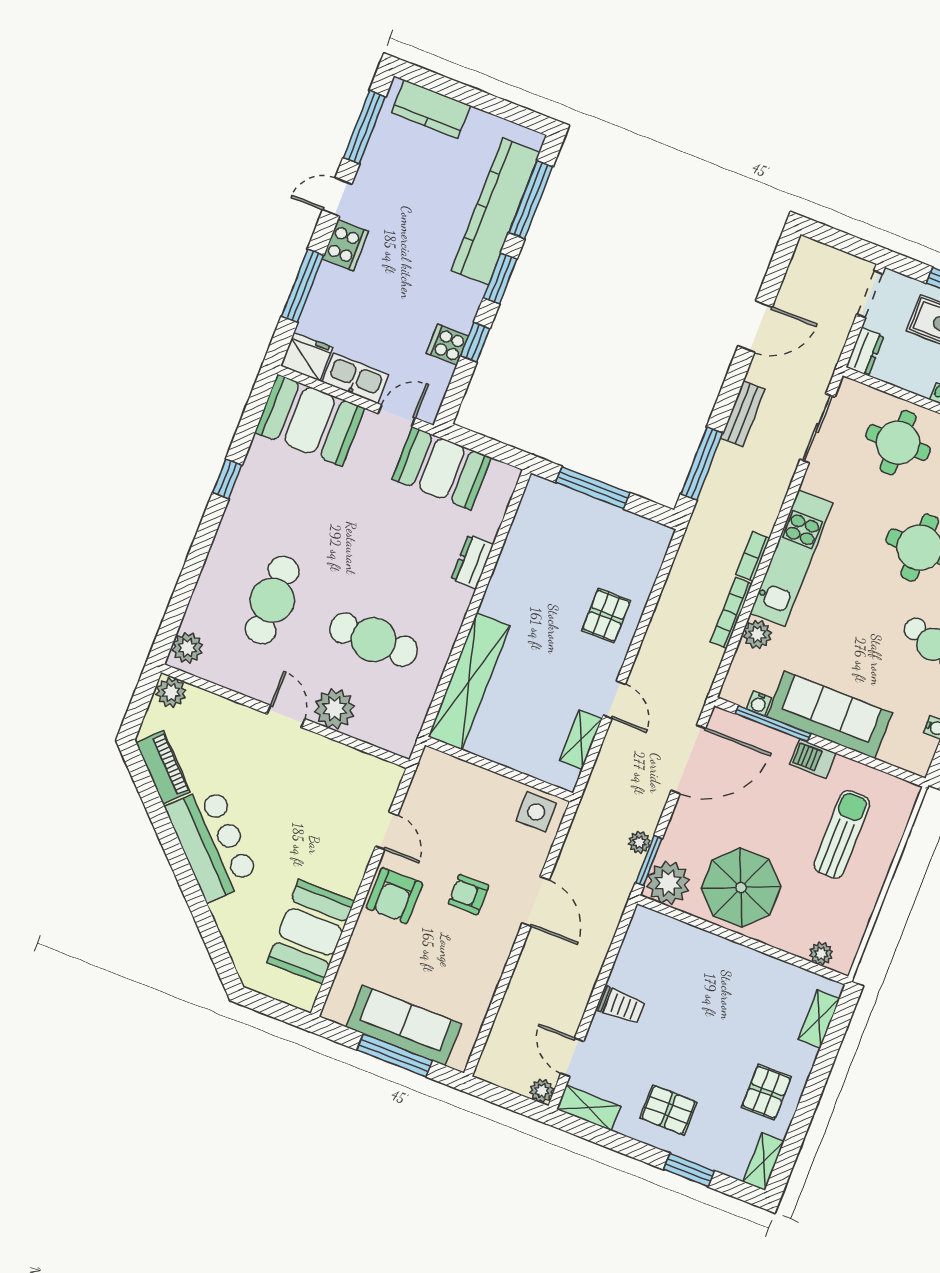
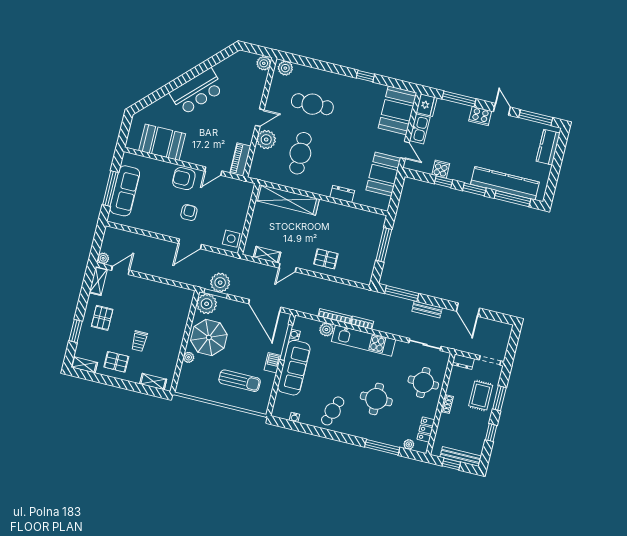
piano: (163, 767) -> (240, 159), moved, turned 135
plant: (639, 842) -> (220, 283), width x1.88, depth x1.88
plant: (821, 954) -> (189, 357), moved
trolley: (621, 1006) -> (139, 341), moved

